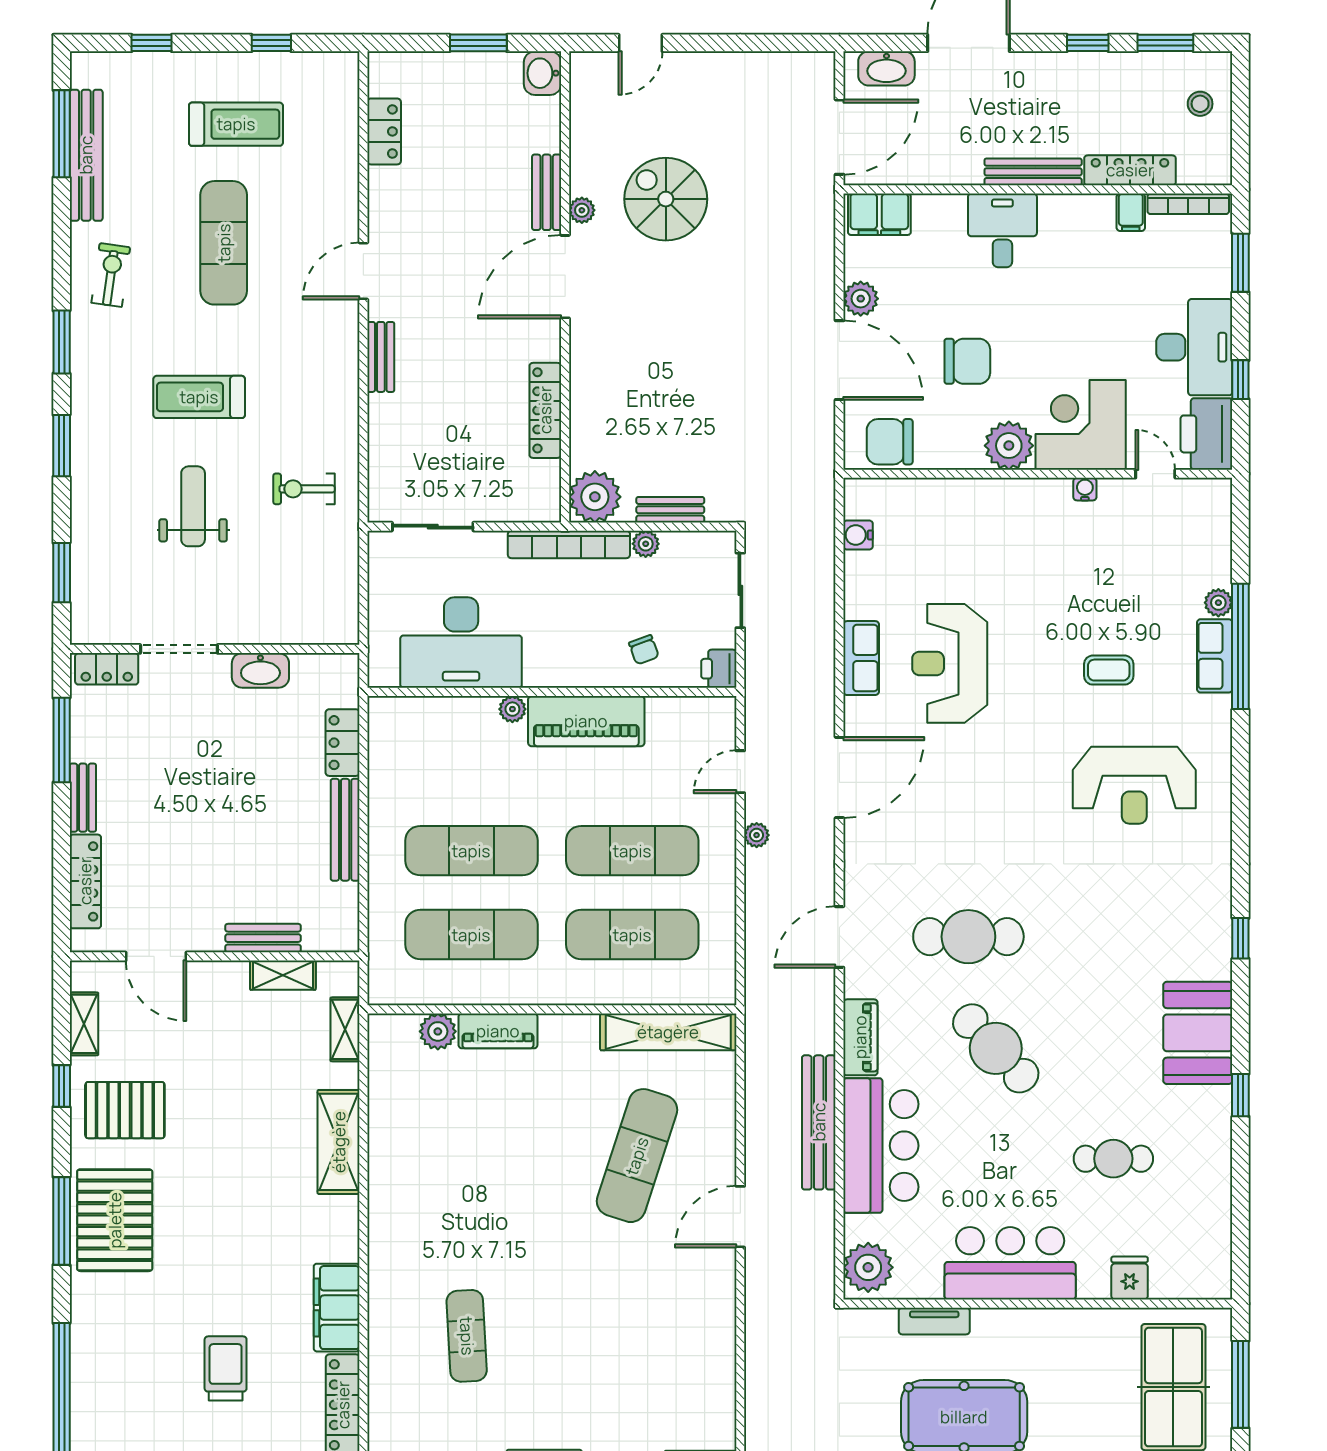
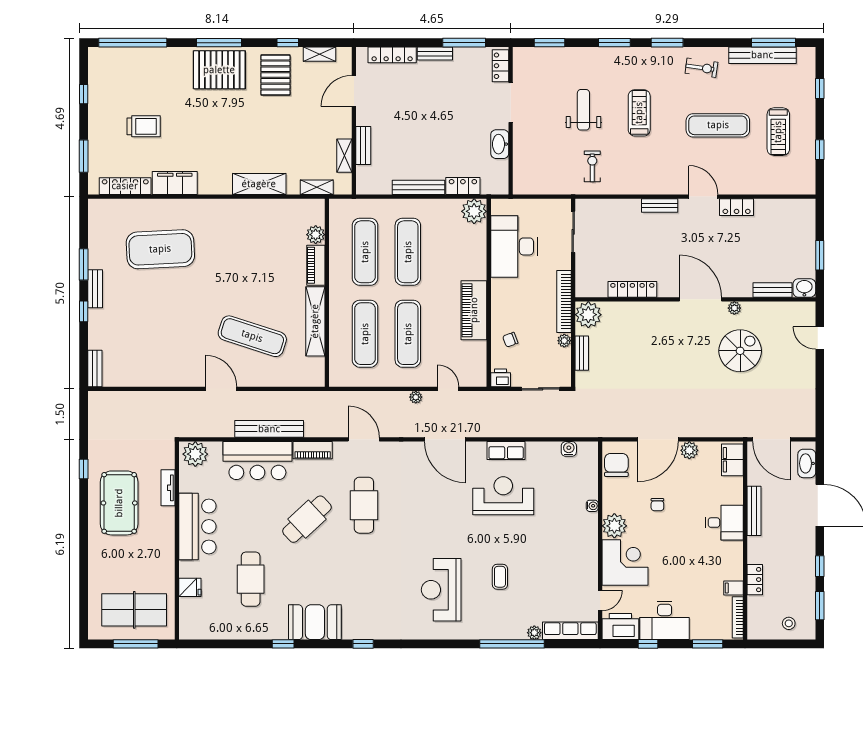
locker: (384, 131) -> (737, 207), moved
locker: (1130, 170) -> (755, 580), width x0.66
bench: (1033, 172) -> (754, 511), moved
bench: (547, 192) -> (772, 290), moved
chair: (967, 361) -> (657, 505), width x0.54, depth x0.54
water cooler: (1085, 489) -> (592, 506), moved
weight bench: (193, 506) -> (583, 110), turned -90
row of seats: (1215, 656) -> (570, 631), moved, width x1.48
plant: (512, 709) -> (474, 211), moved, width x1.87, depth x1.87
shelving: (668, 1032) -> (315, 321), moved
cafe table: (1113, 1159) -> (251, 579), width x1.37, depth x1.35
exercise mat: (467, 1336) -> (160, 249), width x2.00, depth x1.45

